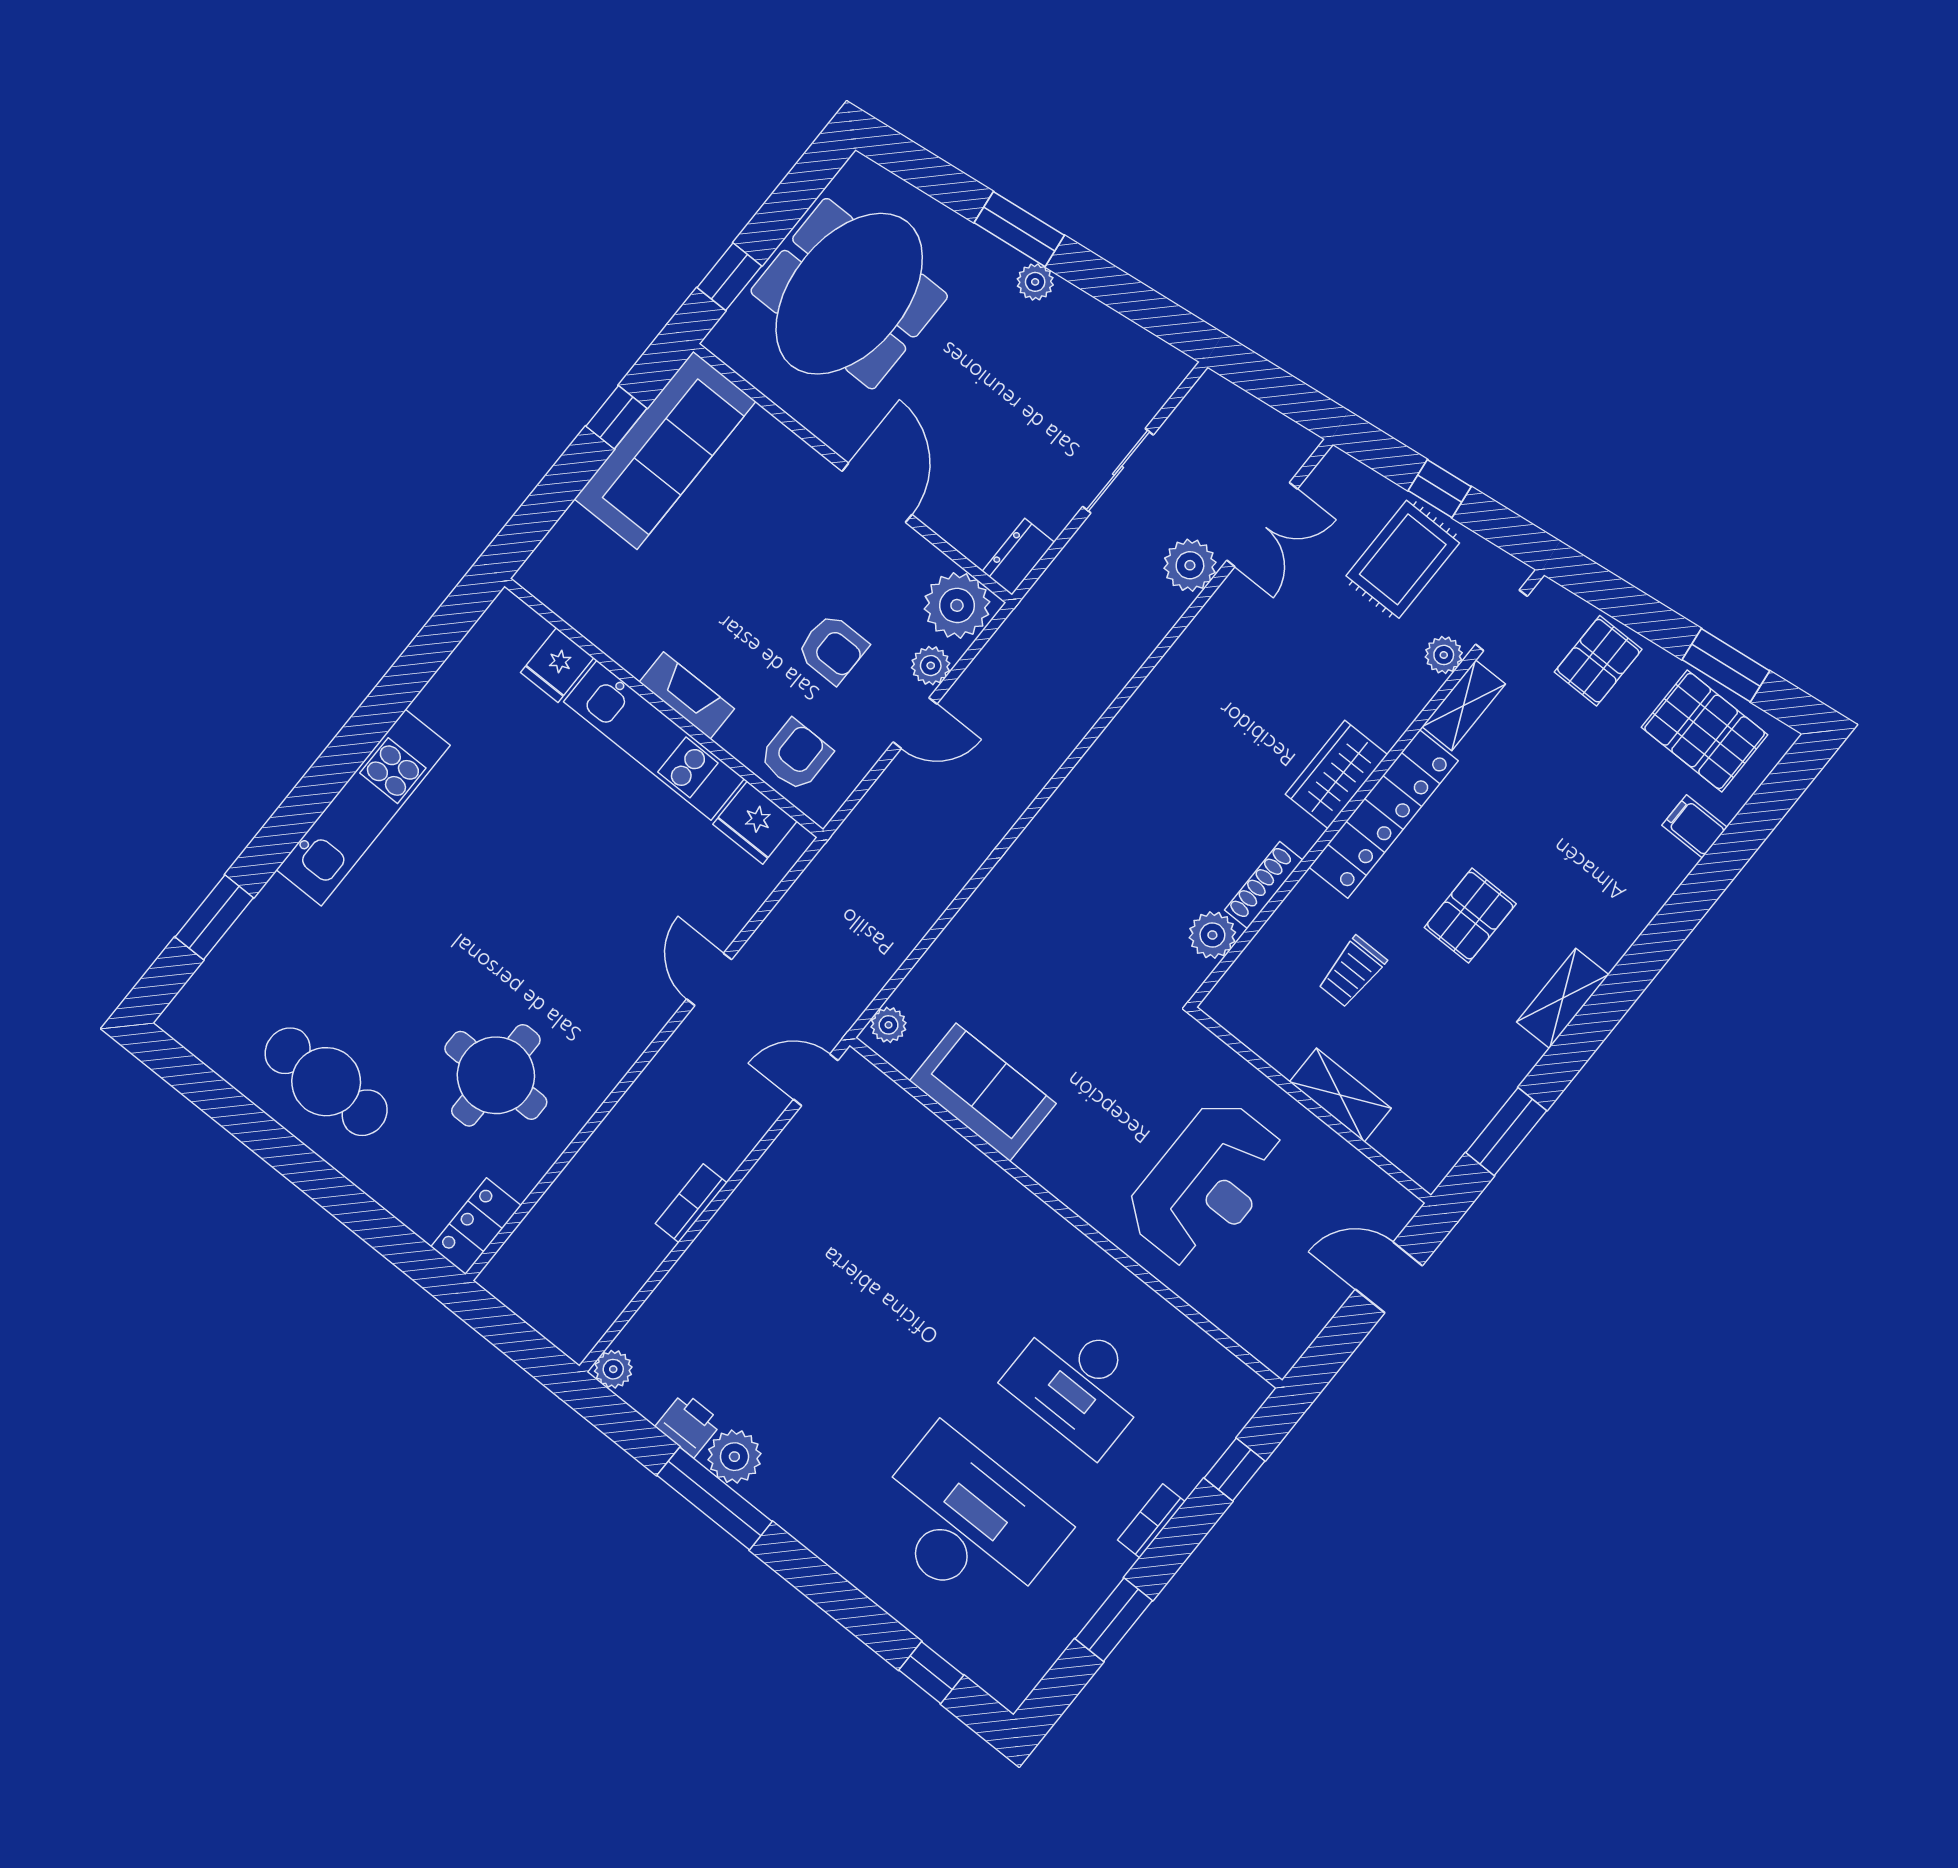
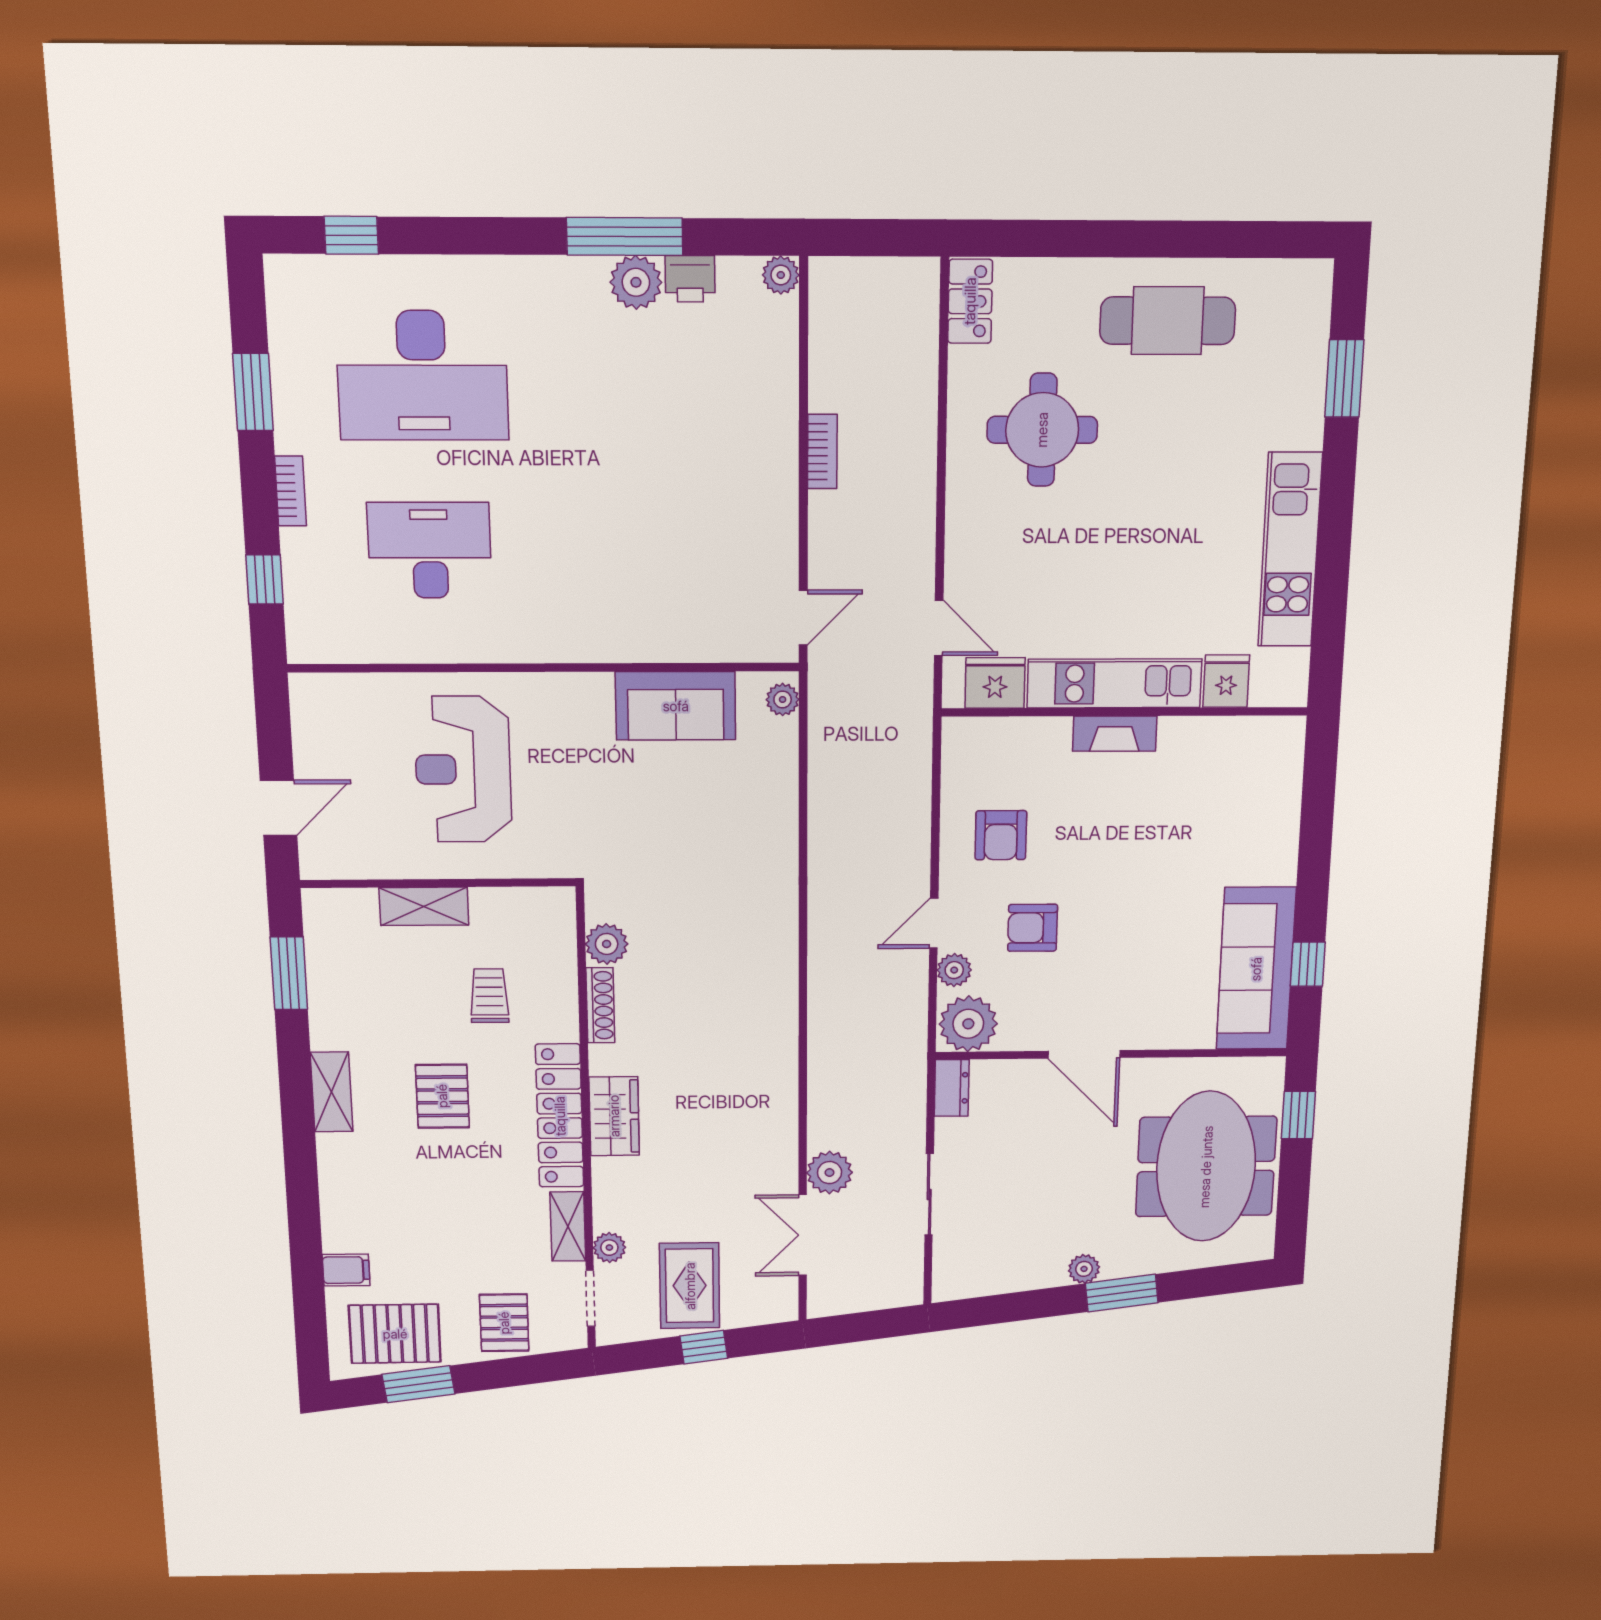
fridge: (557, 665) -> (1226, 681), moved
fireplace: (687, 696) -> (1115, 734), moved
wall: (664, 708) -> (1125, 712), moved
kitchen unit: (654, 740) -> (1114, 683), moved
fridge: (755, 823) -> (995, 683), moved

